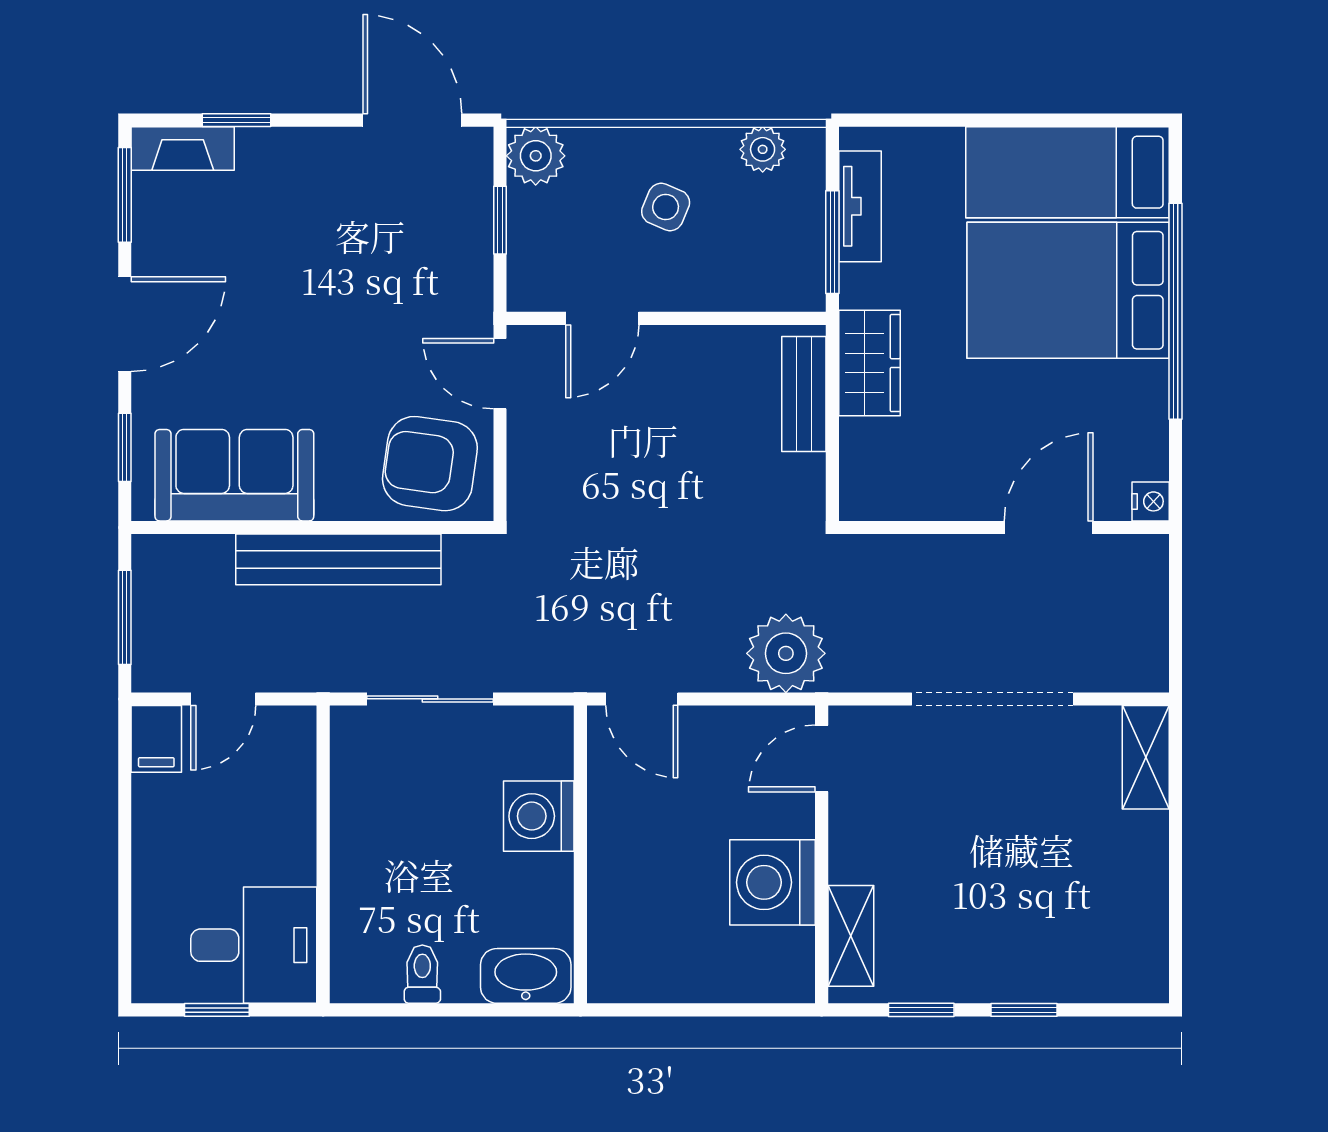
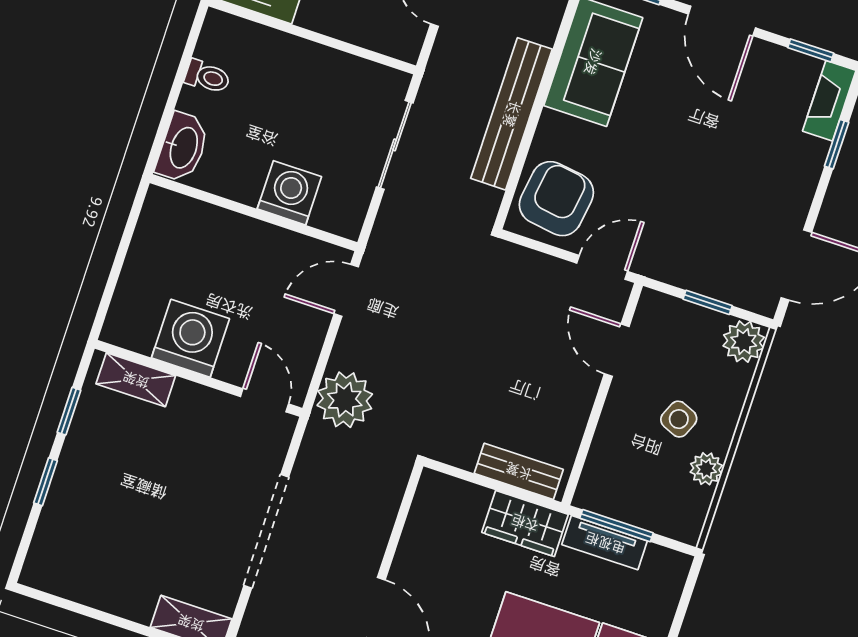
plant: (763, 149) -> (706, 469), moved
window: (125, 195) -> (811, 50), width x0.67
tv unit: (860, 206) -> (605, 543), moved

